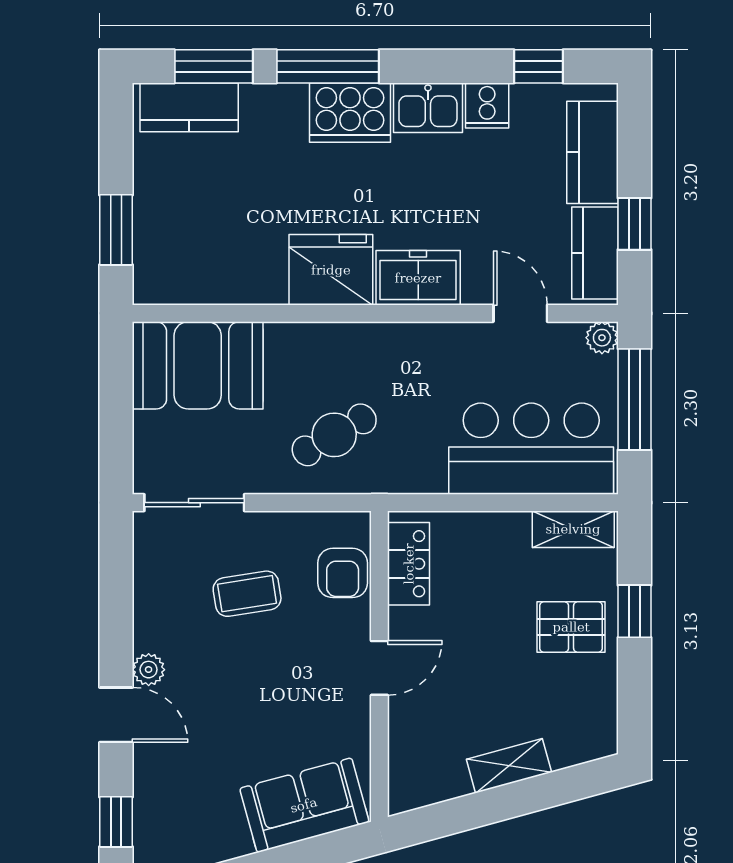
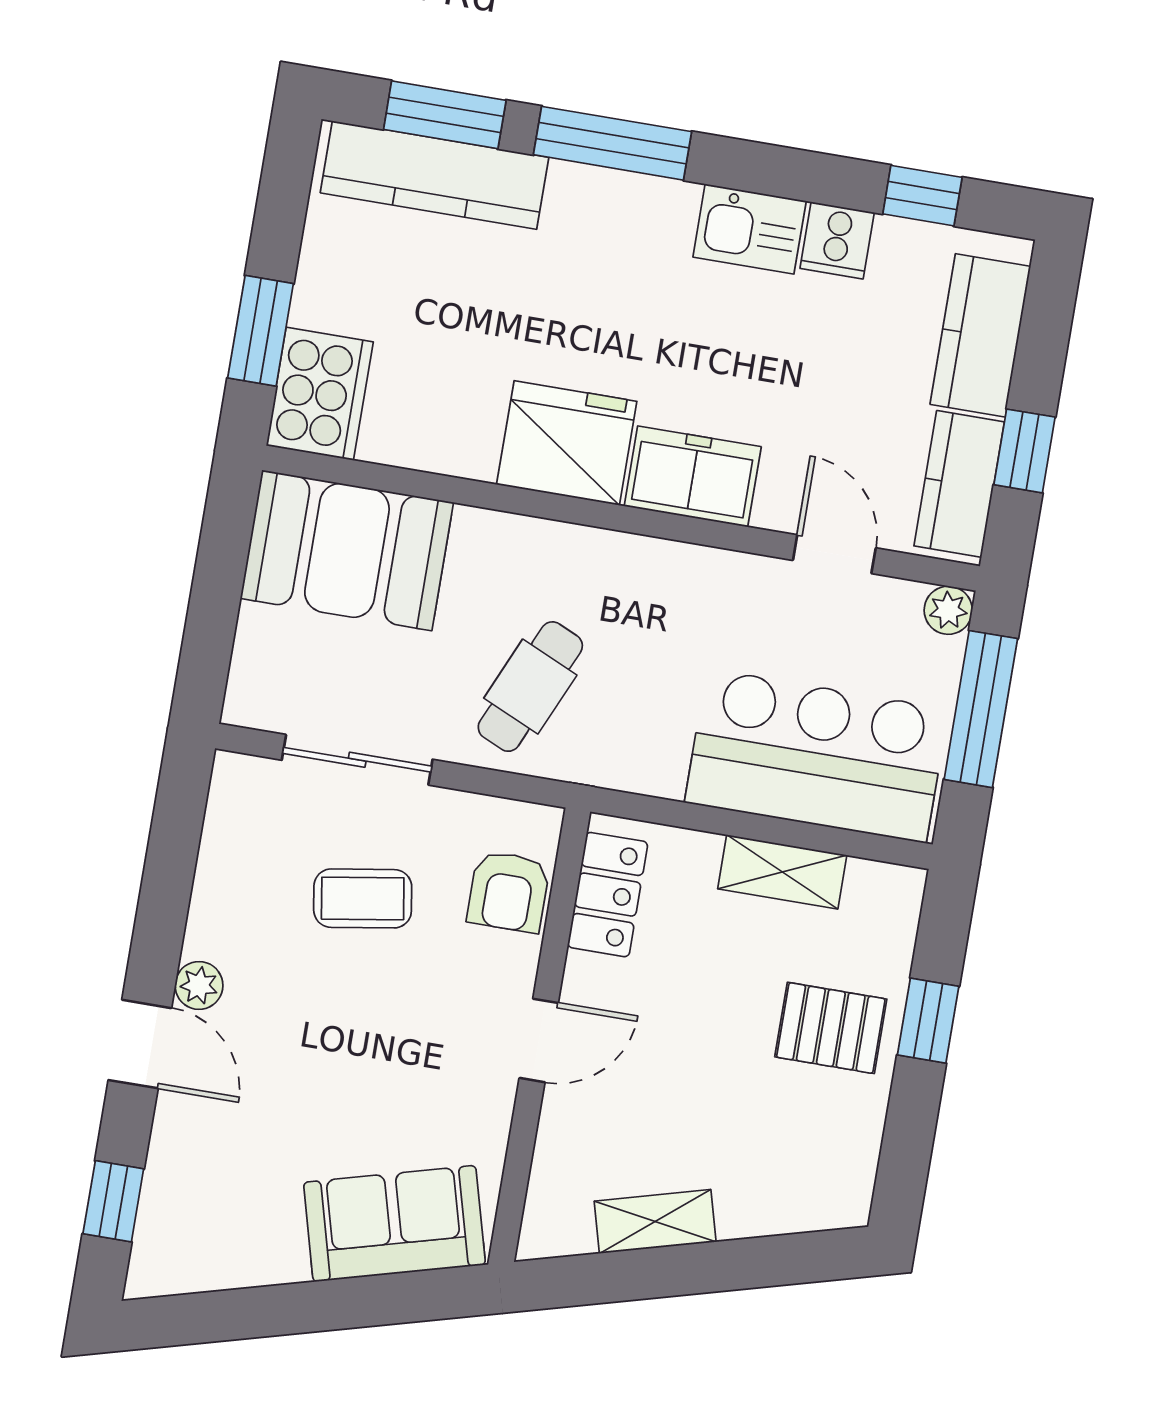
kitchen counter: (189, 107) -> (435, 175), width x1.50
cooker: (350, 113) -> (320, 394), moved, turned -90
cafe table: (334, 435) -> (530, 687), turned -36
sliding door: (194, 503) -> (357, 760), moved
shelving: (573, 529) -> (782, 872), moved
shelving: (509, 766) -> (655, 1221), moved

